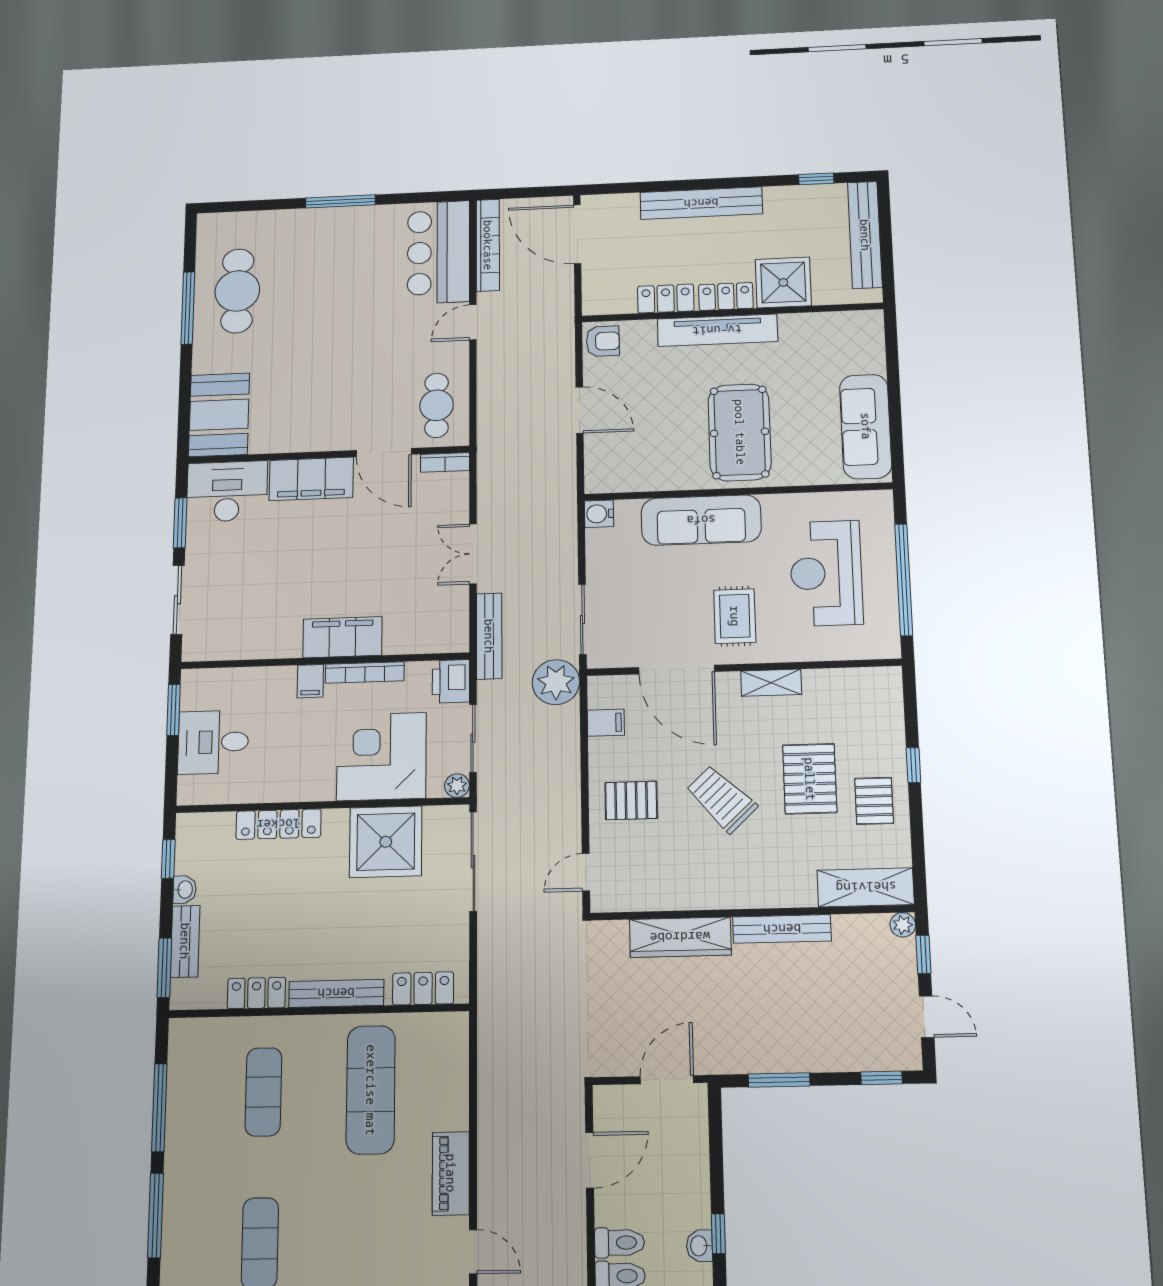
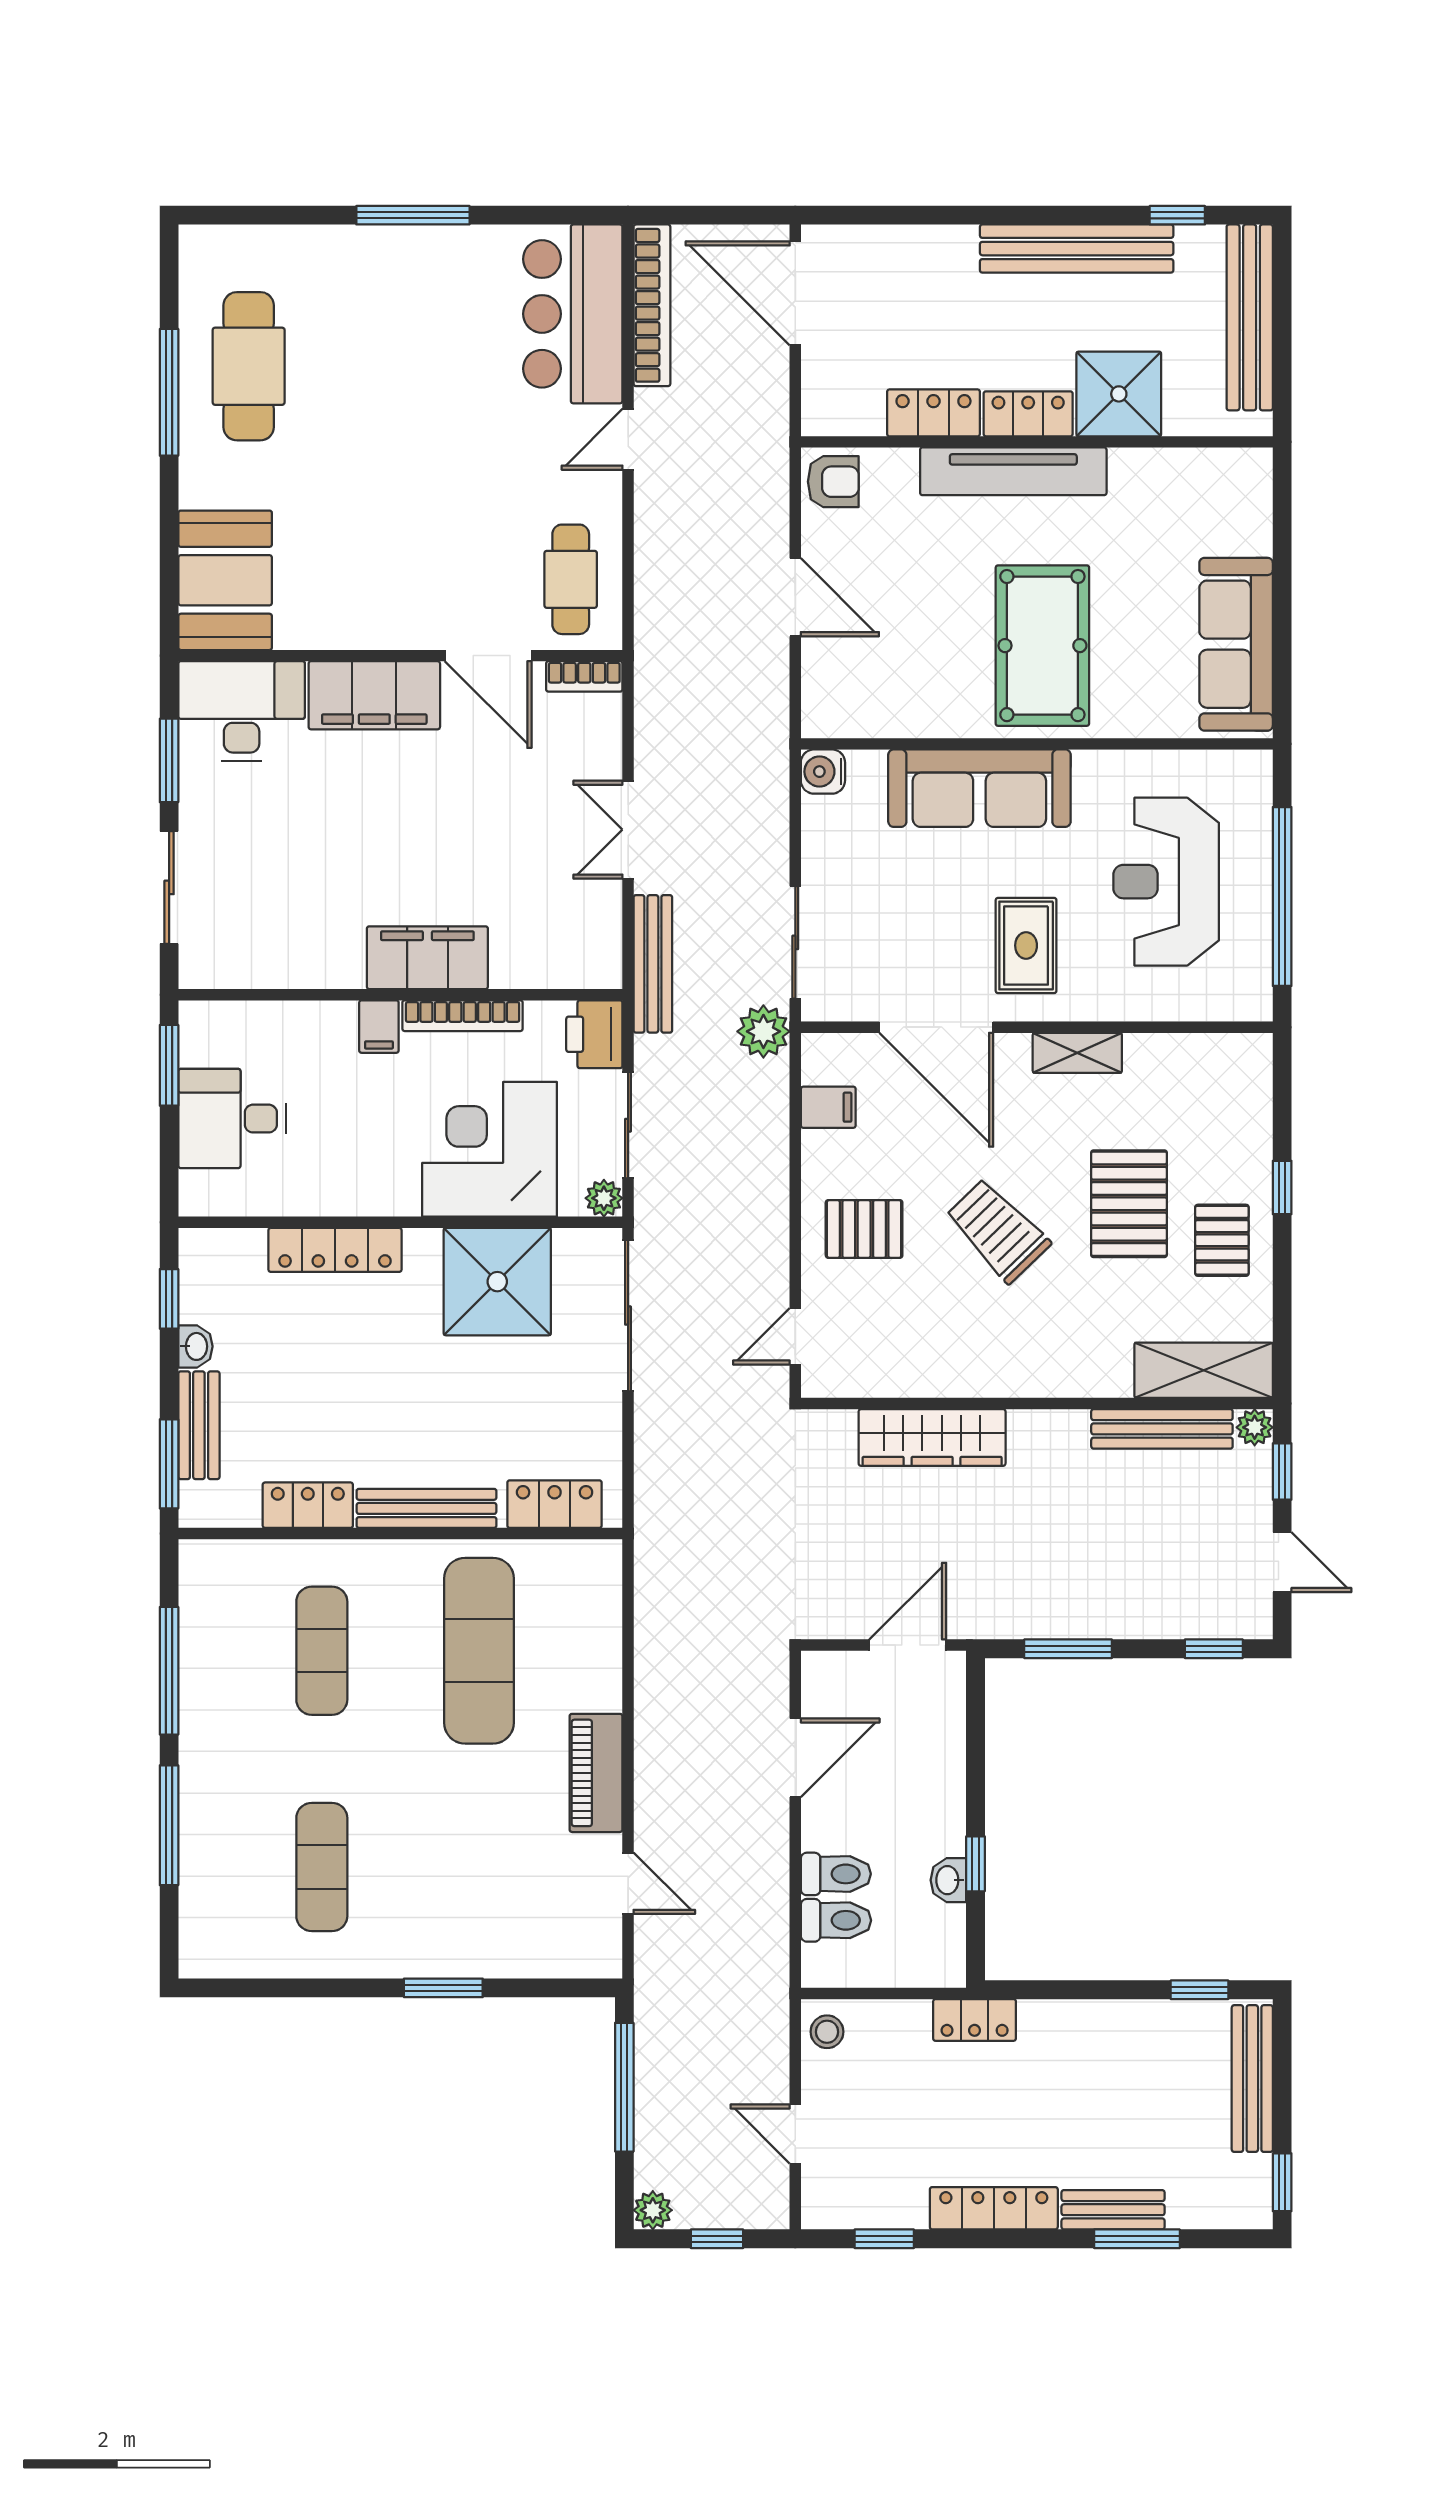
bench: (701, 203) -> (1077, 249), moved
plant: (556, 682) -> (763, 1031), width x0.73, depth x0.73
bench: (782, 929) -> (1162, 1429), moved

